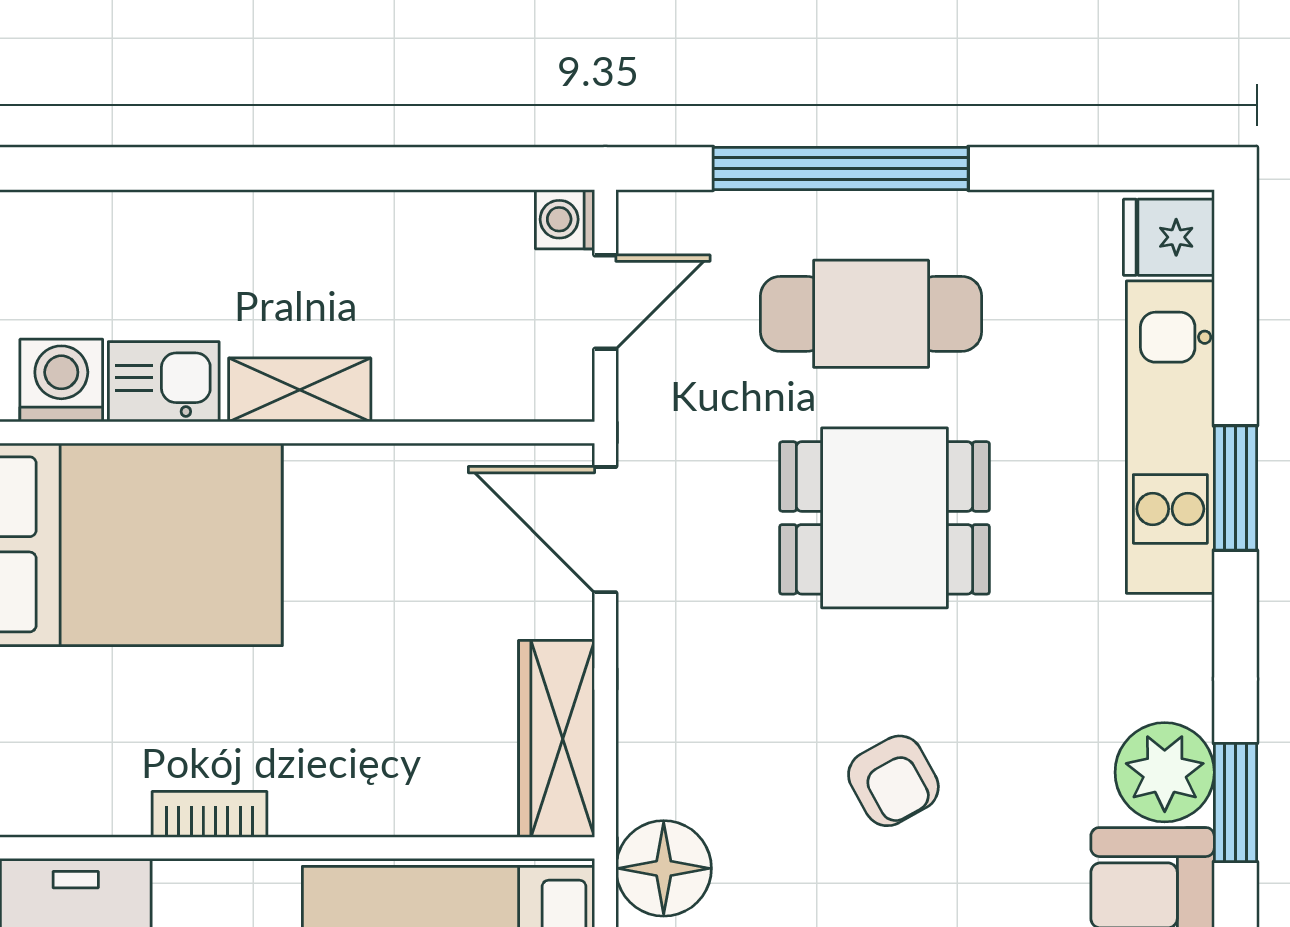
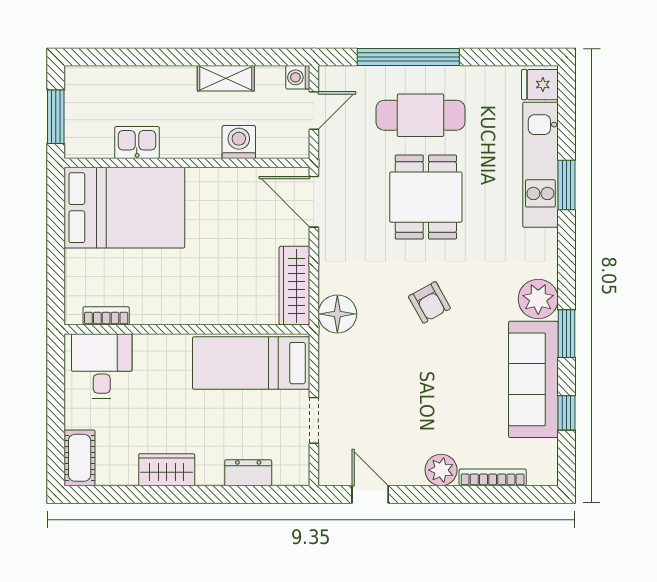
washing machine: (61, 381) -> (239, 142), moved
shelving: (300, 390) -> (226, 78), moved
dining table: (884, 518) -> (426, 197), turned 90
window: (1235, 802) -> (567, 334), moved
bookcase: (210, 814) -> (106, 316), moved
floor lamp: (664, 868) -> (337, 314), moved

